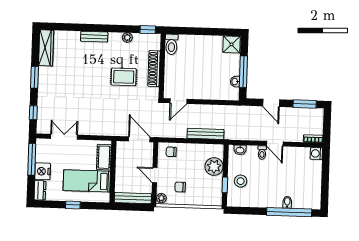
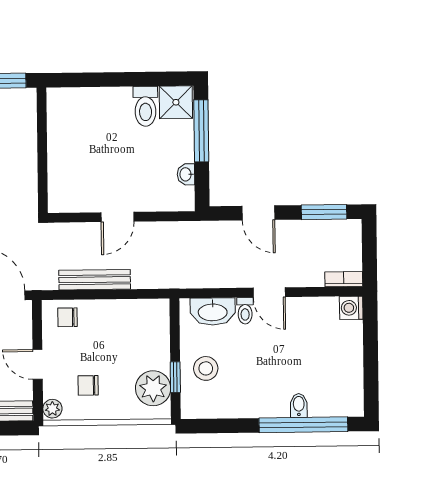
toilet: (172, 44) -> (145, 106), moved
shoe rack: (154, 69) -> (27, 156), removed
window: (243, 72) -> (201, 131), moved
door: (178, 101) -> (117, 217), moved
bench: (206, 134) -> (95, 280), moved
washbasin: (240, 150) -> (213, 312), width x1.91, depth x1.45
plant: (214, 167) -> (153, 388), moved

